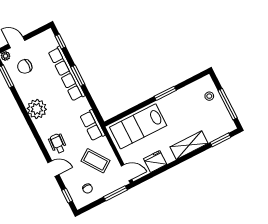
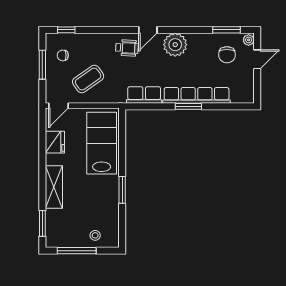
window: (60, 41) -> (234, 106), removed
chair: (25, 66) -> (227, 55), turned 180
row of seats: (92, 125) -> (144, 95), moved
door: (53, 169) -> (148, 30), moved
window: (115, 193) -> (42, 65), moved

